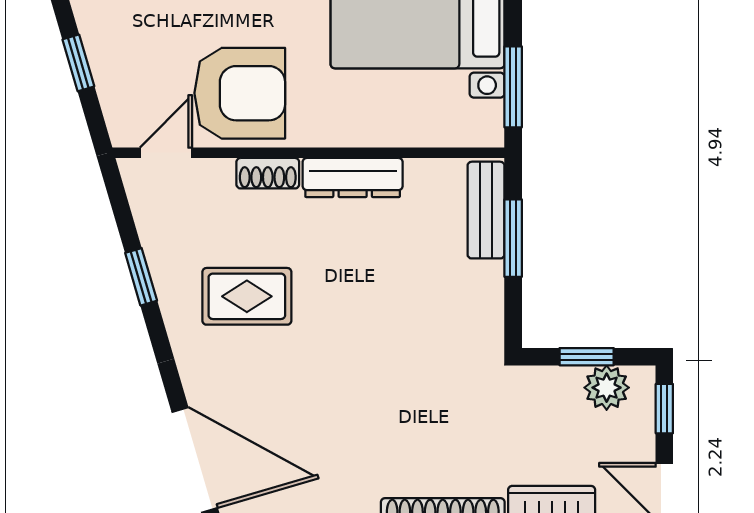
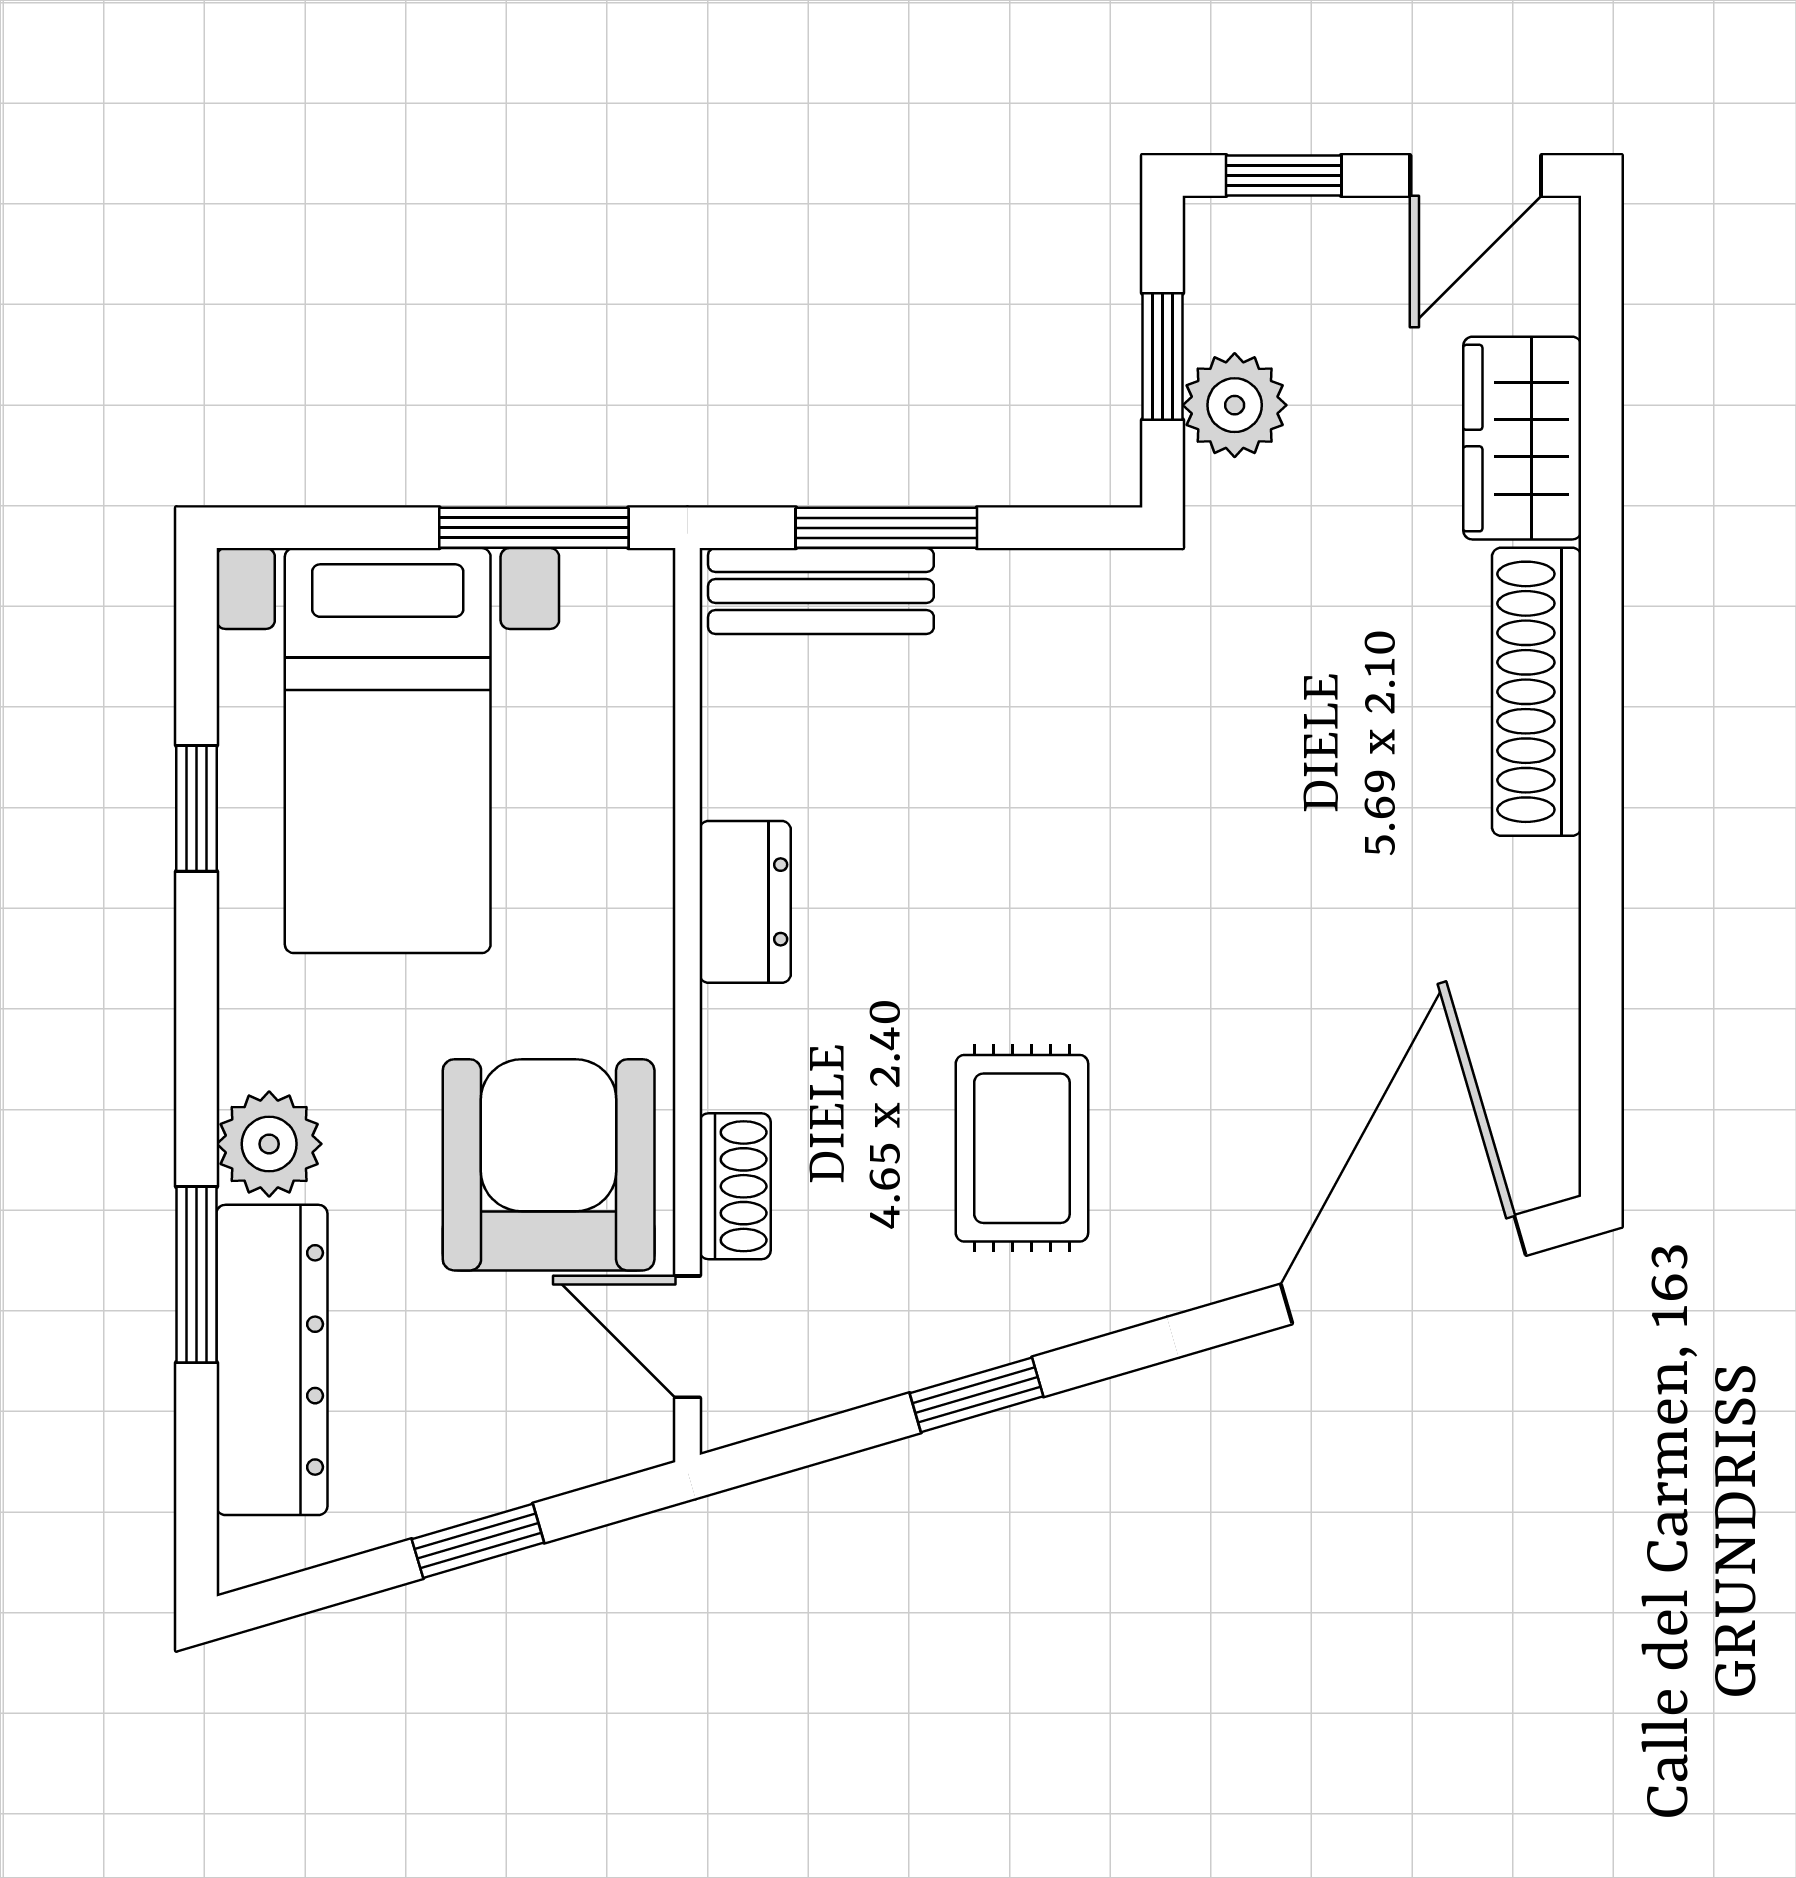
shoe rack: (268, 173) -> (735, 1186), moved
dresser: (353, 178) -> (745, 902), width x0.70
plant: (607, 388) -> (1235, 405), moved

